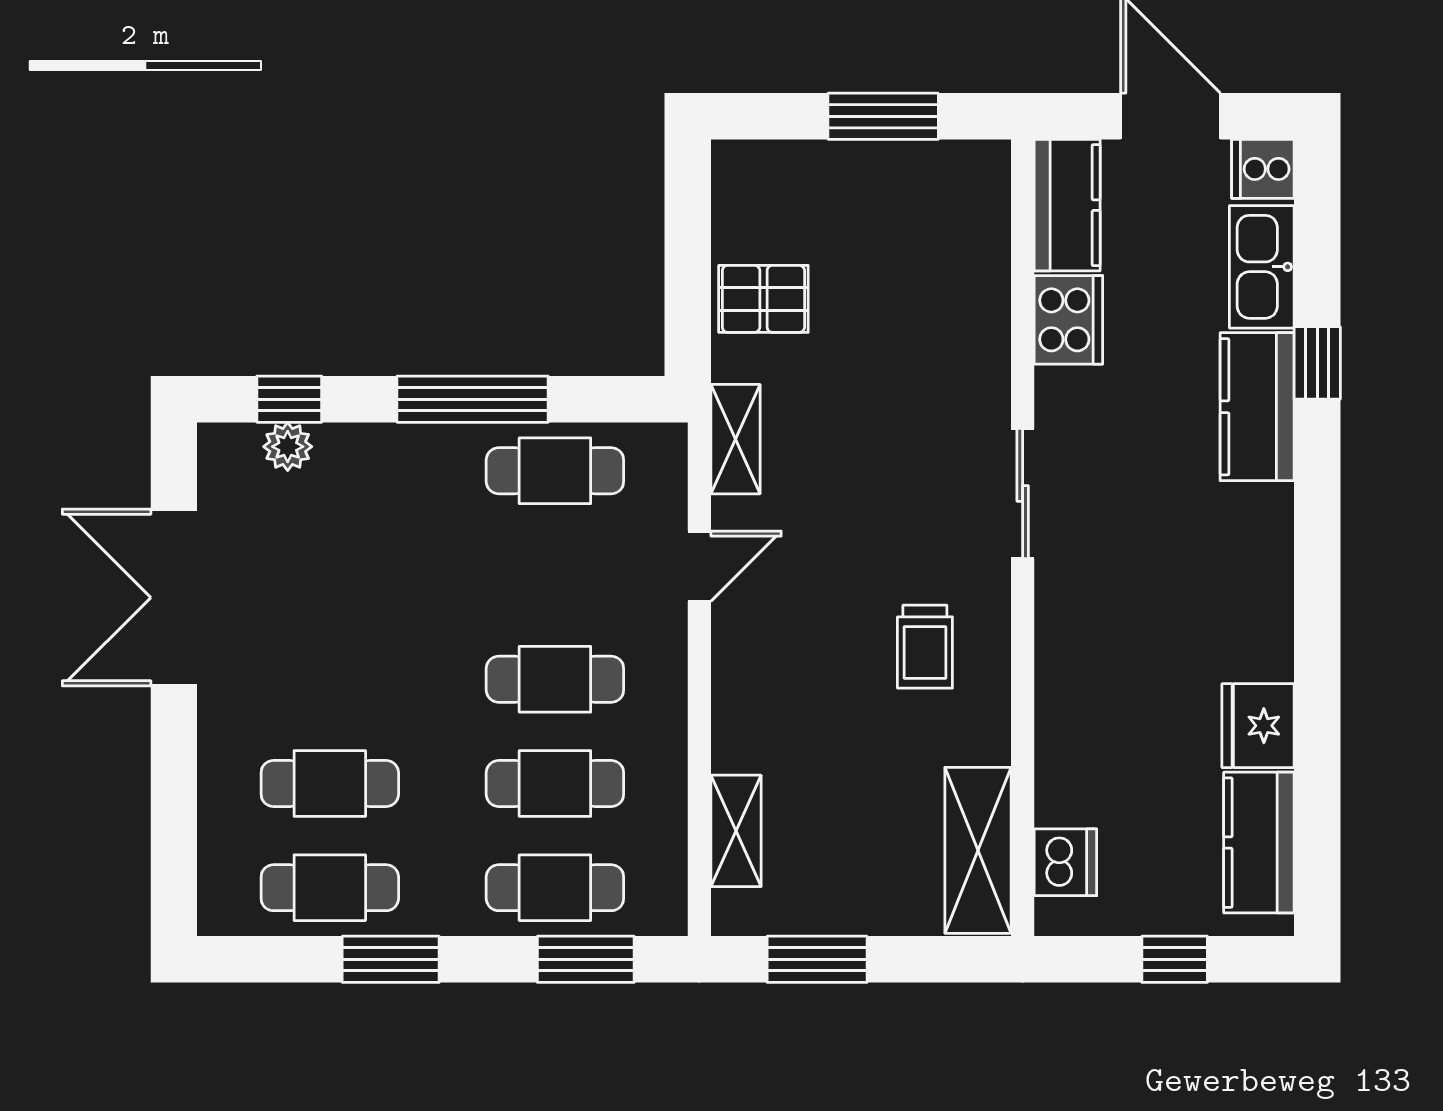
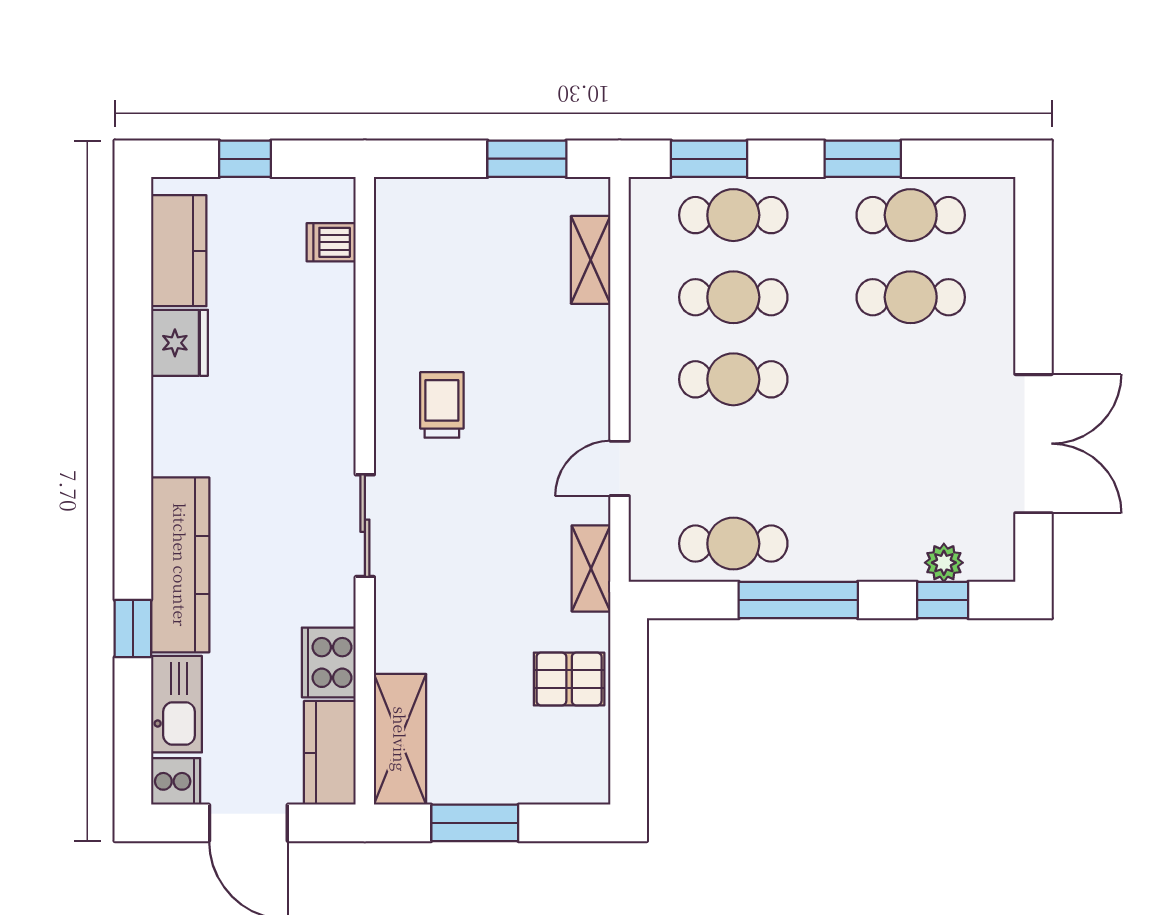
kitchen counter: (1257, 407) -> (180, 565), width x1.50
shelving: (978, 850) -> (400, 739), moved
dishwasher: (1065, 862) -> (331, 242), width x0.73

